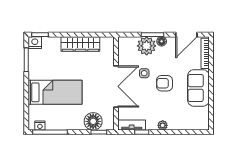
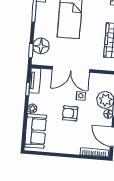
armchair: (164, 83) -> (70, 113), turned -90
sofa: (198, 88) -> (36, 131), moved, turned 90

